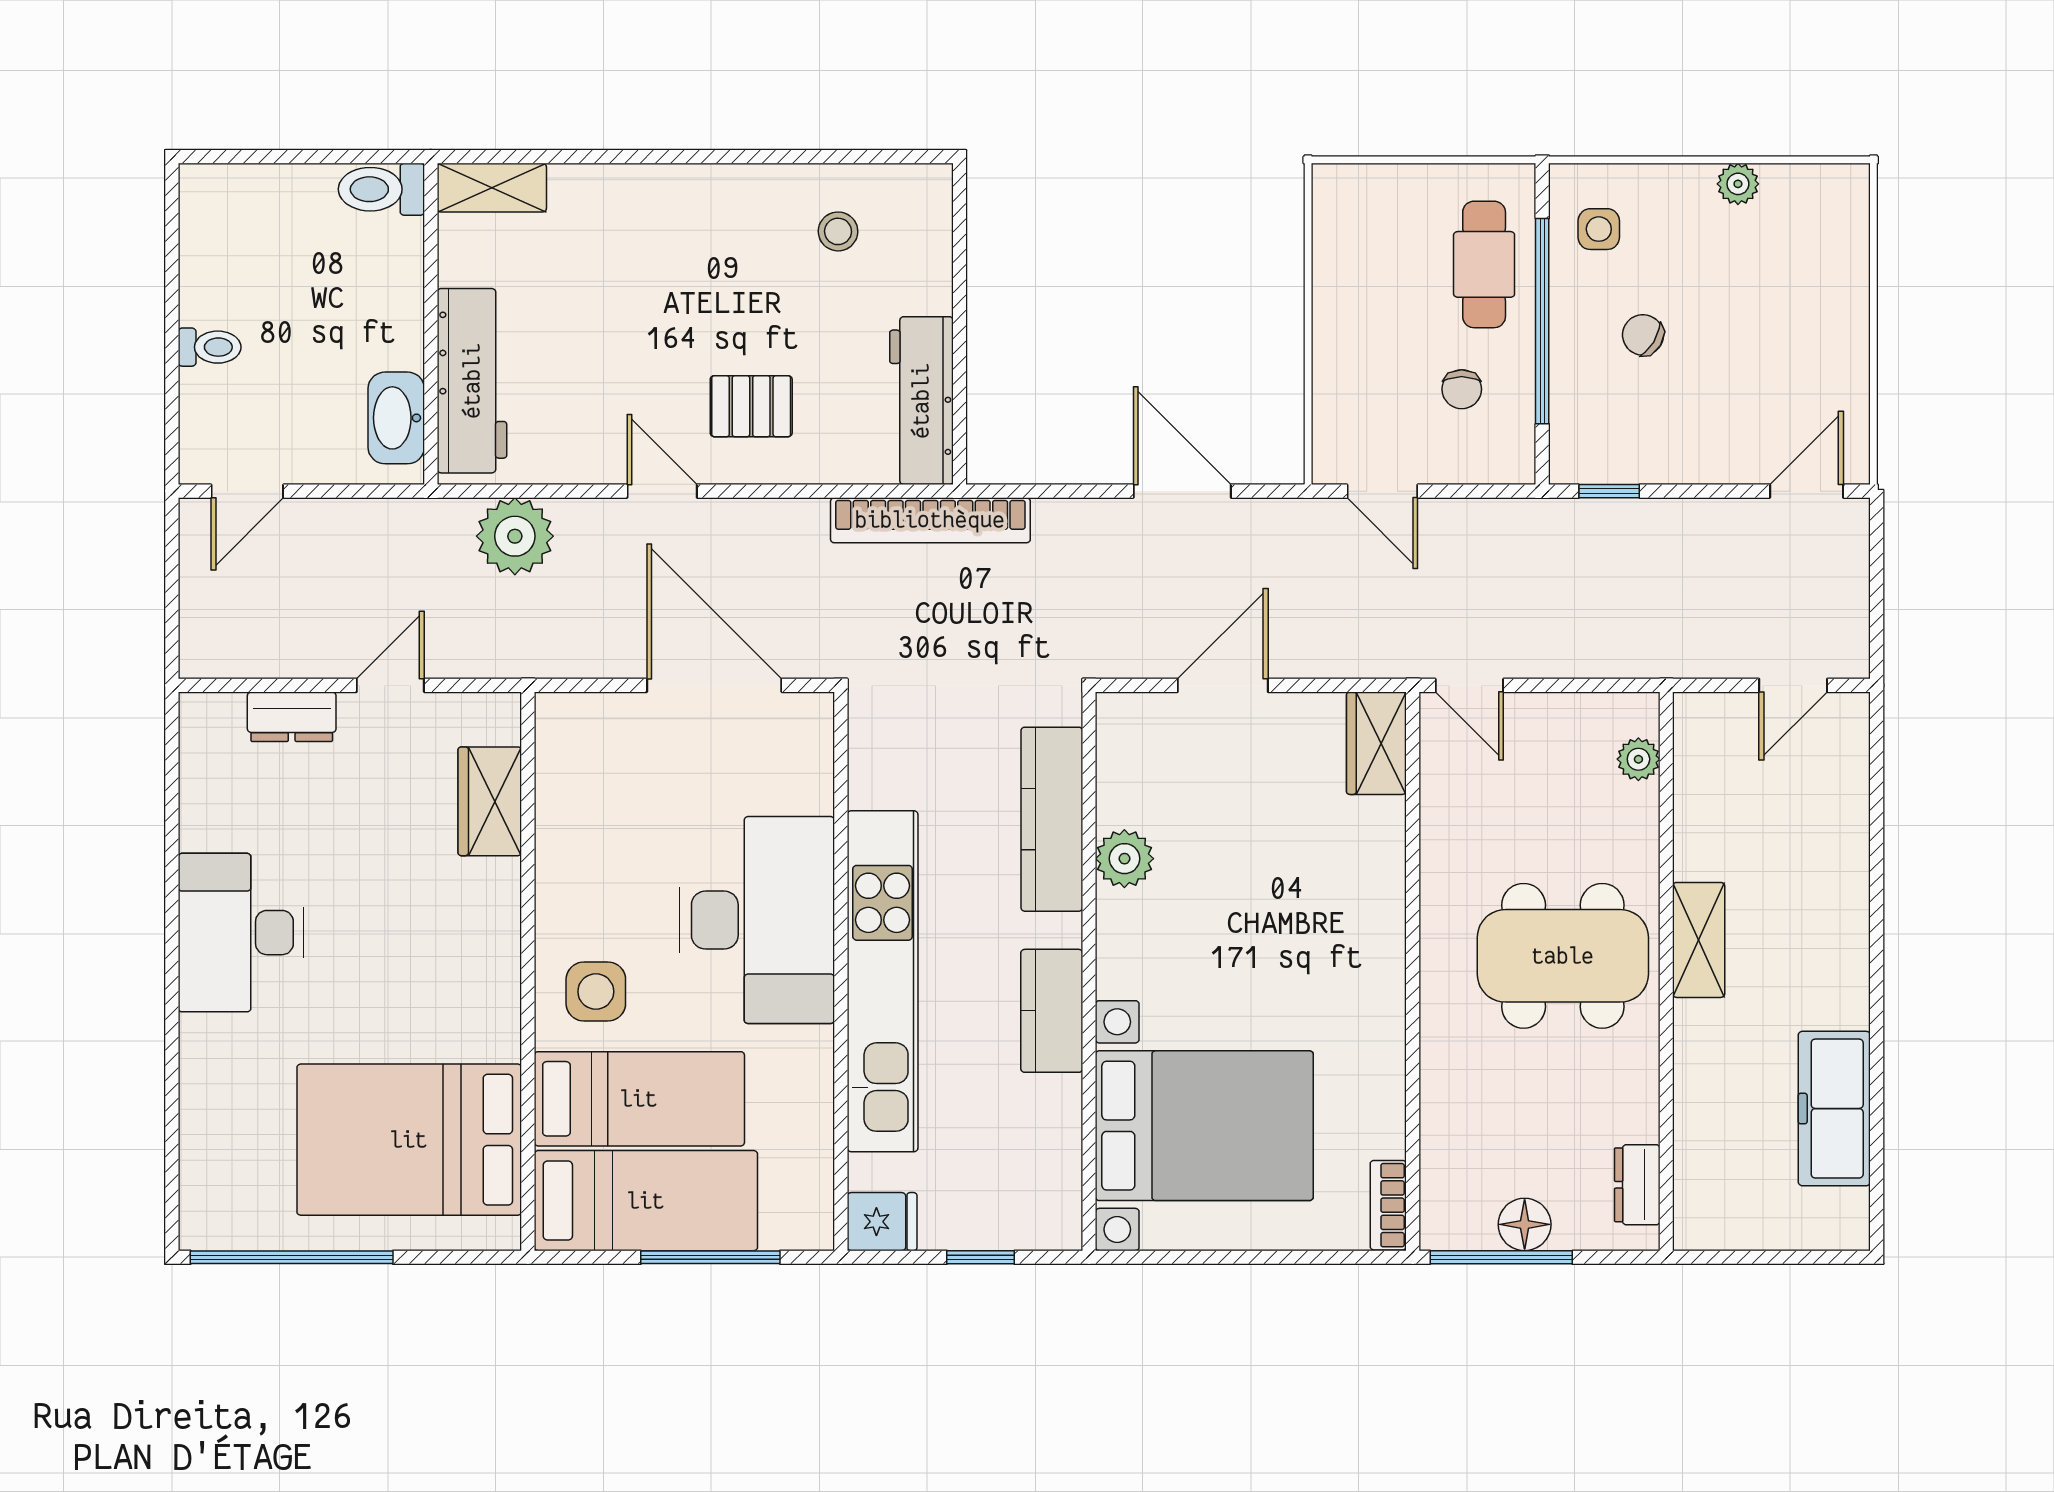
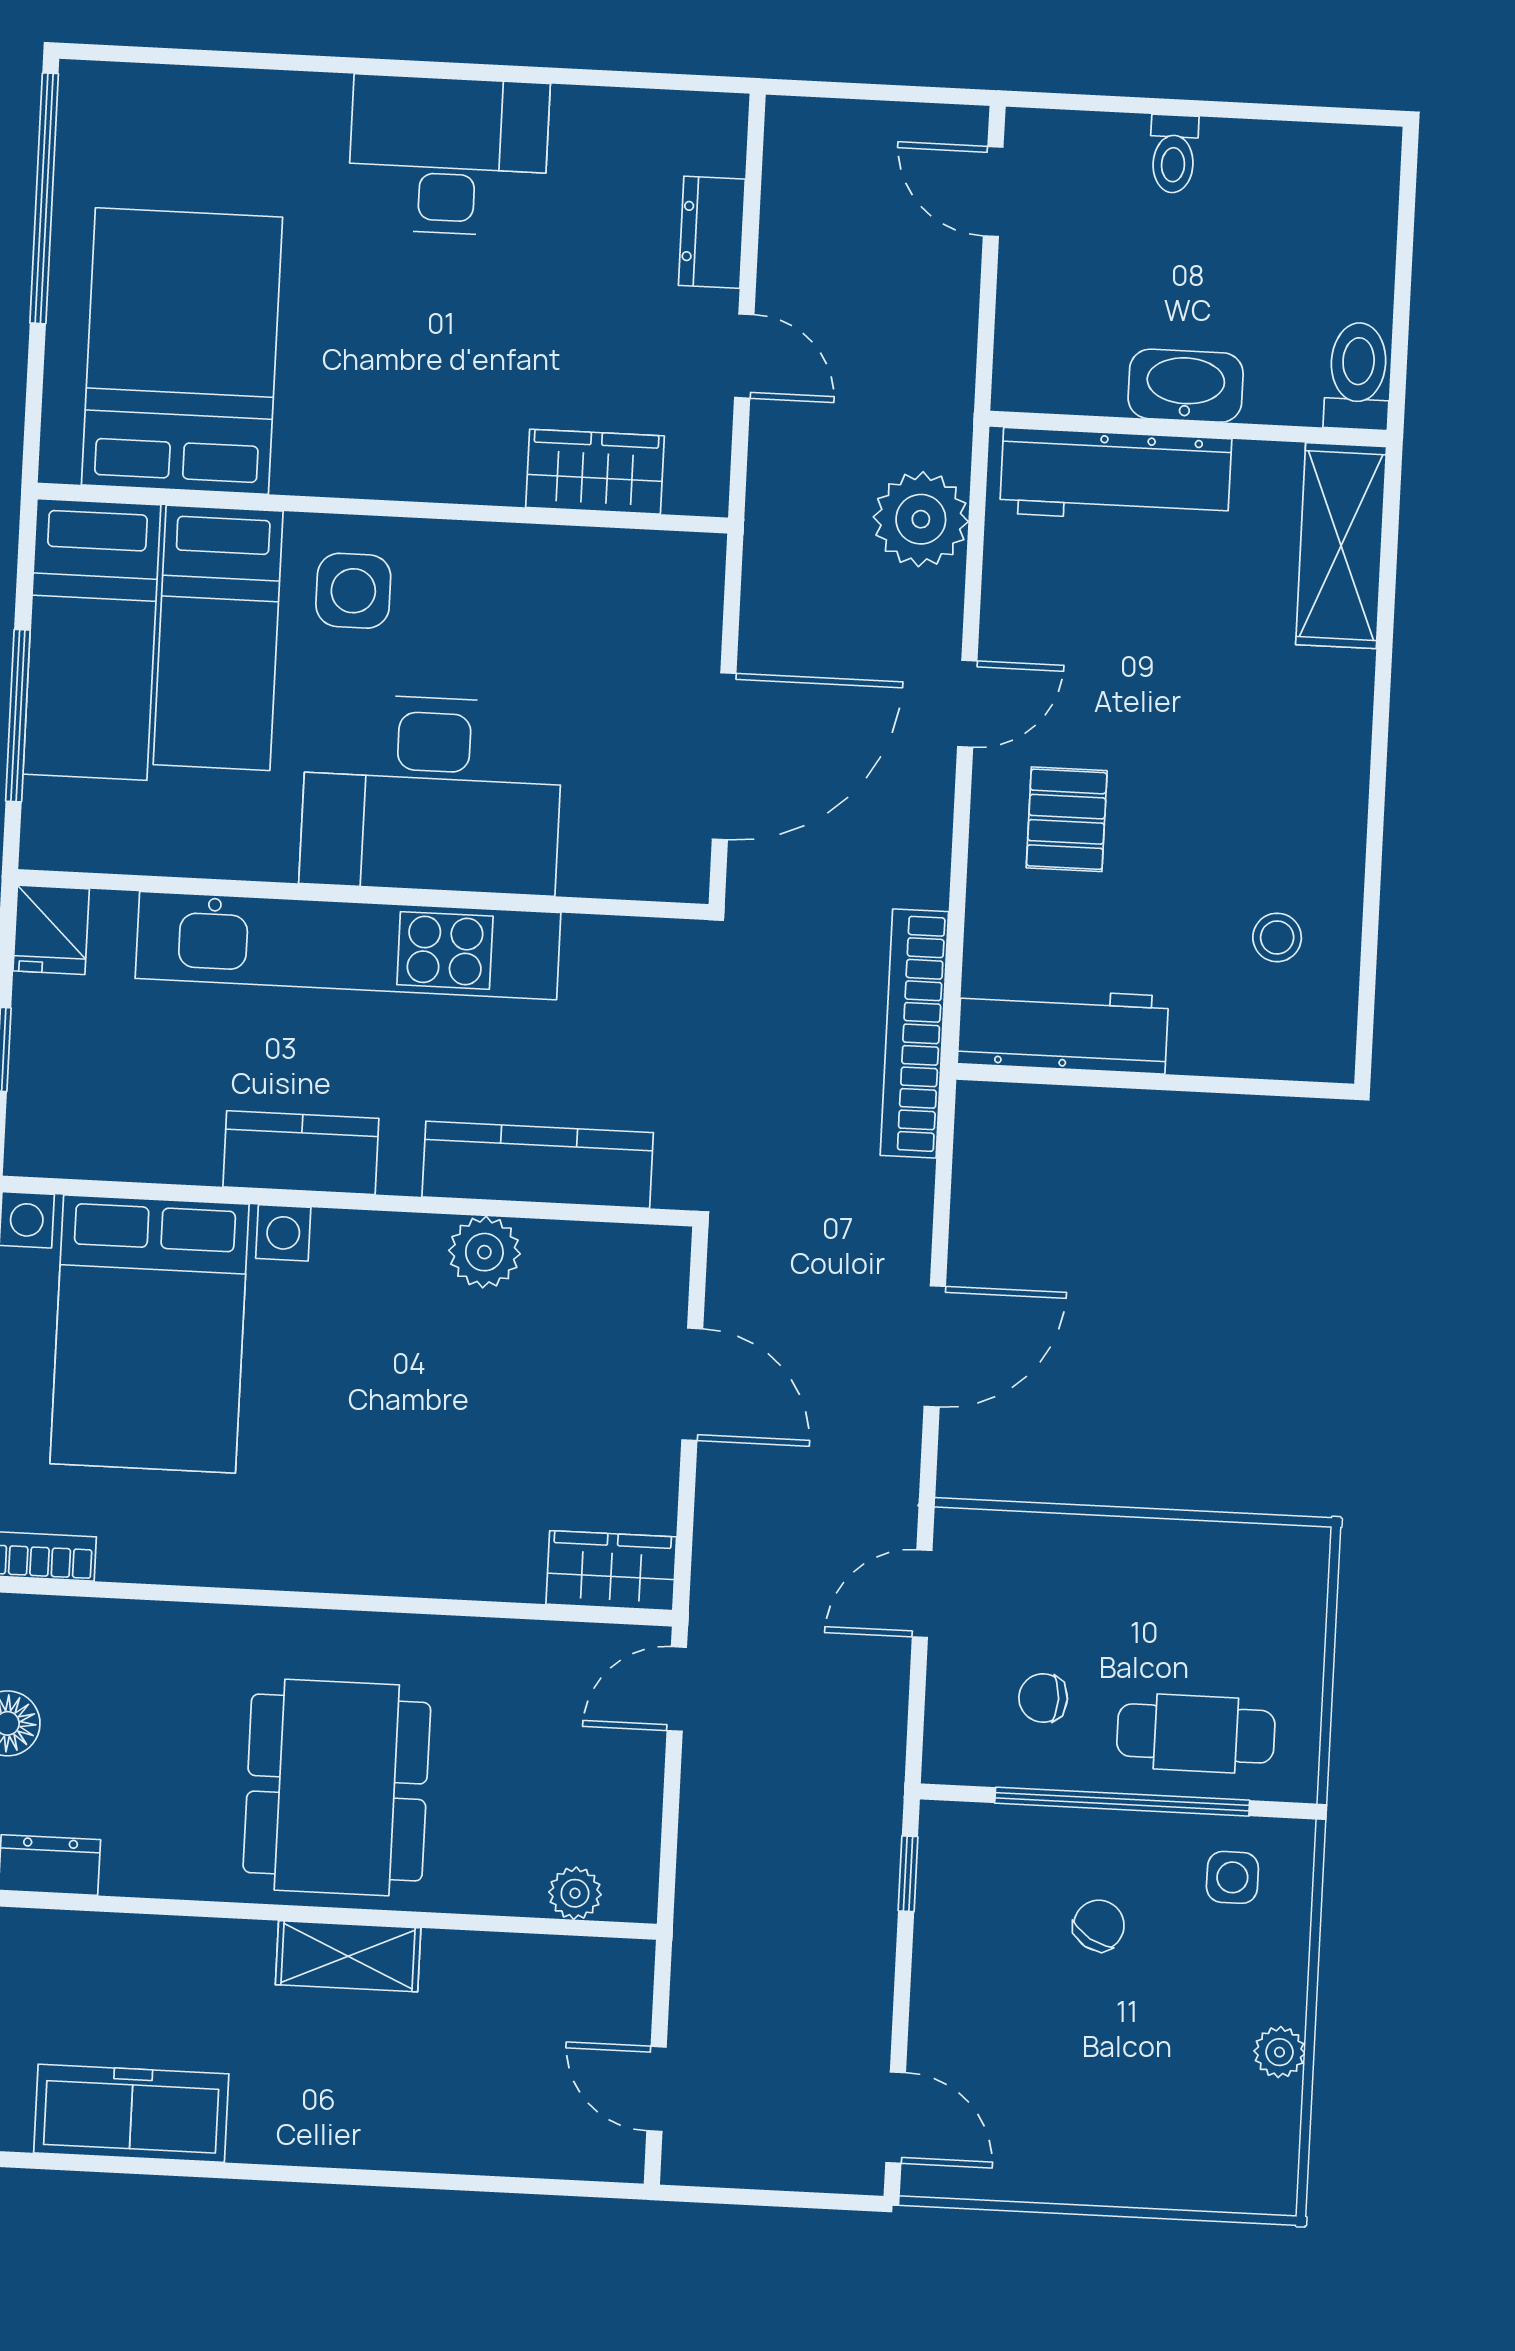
shelving: (492, 188) -> (1341, 546), width x1.50, depth x1.33
washbasin: (396, 418) -> (1186, 386), moved

